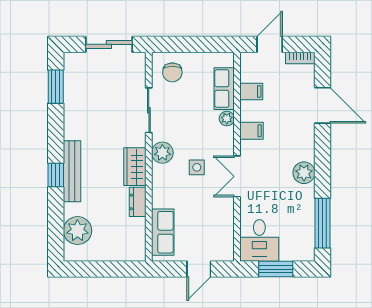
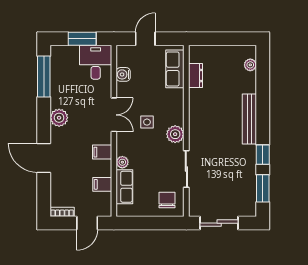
door: (323, 105) -> (44, 158), moved
wardrobe: (135, 167) -> (198, 123), removed
window: (56, 175) -> (263, 155), moved
dresser: (138, 202) -> (196, 76), moved
water cooler: (226, 225) -> (123, 74), added
plant: (77, 231) -> (250, 65), width x0.53, depth x0.53

